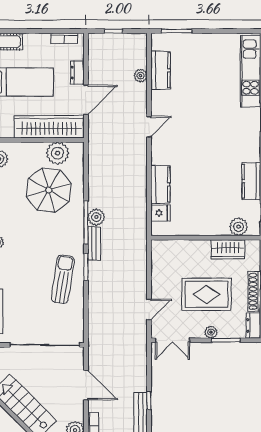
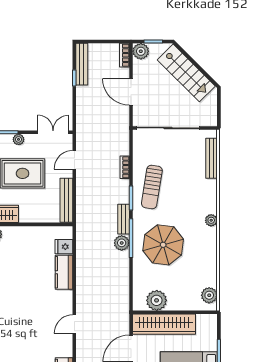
parasol: (49, 190) -> (163, 245), moved
bench: (158, 264) -> (66, 200), added
bookcase: (93, 301) -> (125, 167), added

